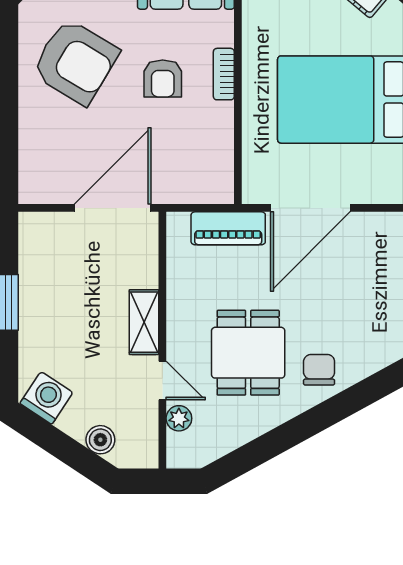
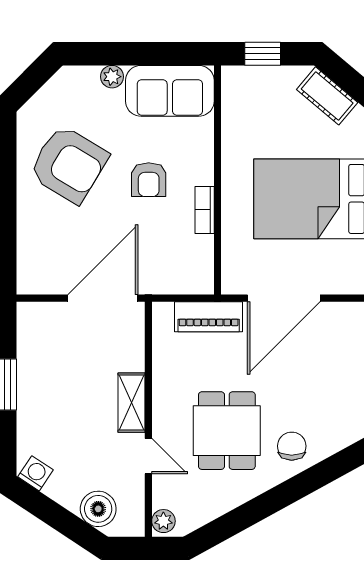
bookcase: (224, 74) -> (205, 210), moved
washing machine: (46, 398) -> (35, 473), width x0.73, depth x0.73
plant: (179, 418) -> (163, 521), moved
boiler: (100, 440) -> (98, 509), width x1.36, depth x1.36

